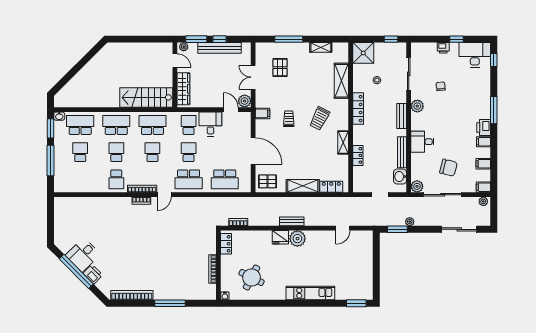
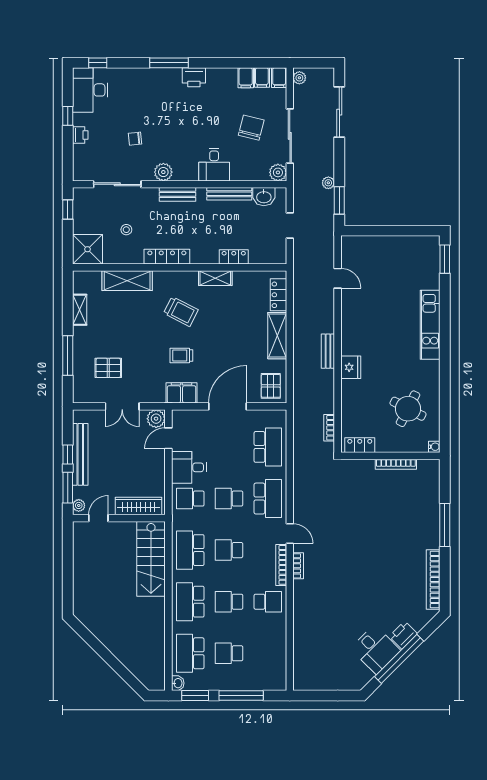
filing cabinet: (263, 113) -> (182, 393), width x2.00
filing cabinet: (484, 142) -> (262, 77), moved
plant: (297, 239) -> (352, 343), removed

